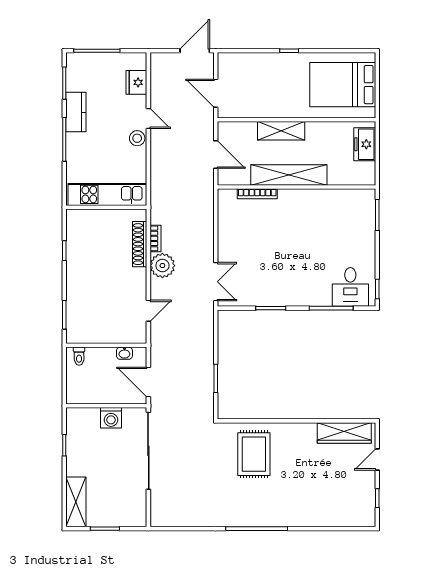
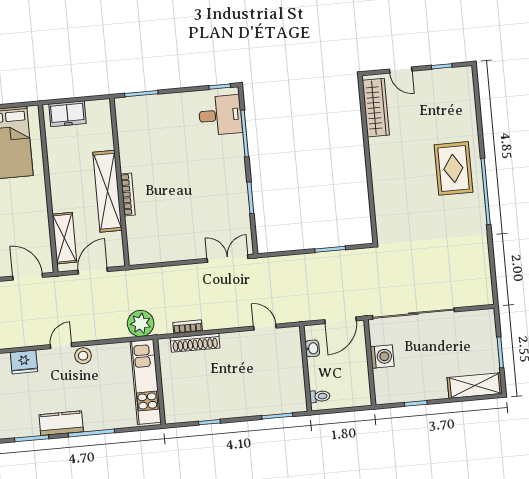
door: (216, 93) -> (28, 277), swing flipped
shelving: (281, 131) -> (64, 238), moved
bookcase: (257, 194) -> (128, 194), moved
plant: (162, 266) -> (141, 323), moved
rug: (254, 454) -> (453, 168), moved, turned 90

